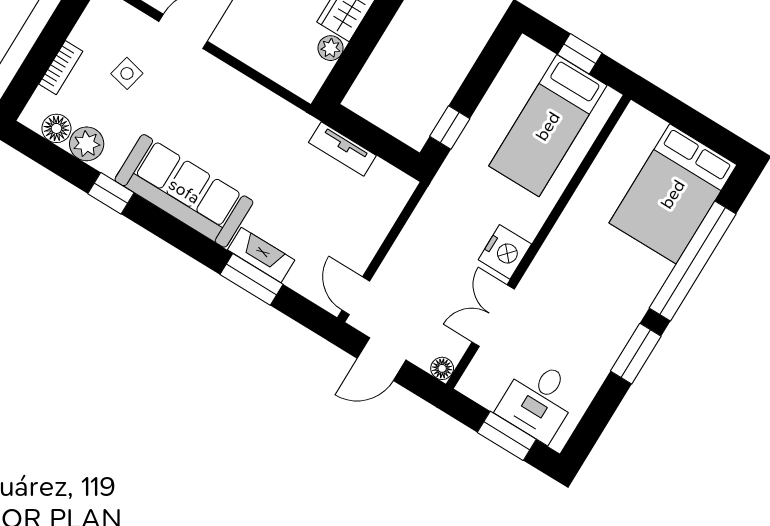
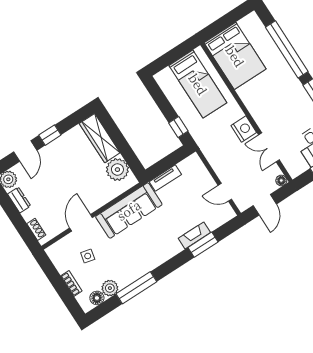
plant: (331, 48) -> (117, 170), width x1.88, depth x1.88
window: (580, 54) -> (173, 55), removed
sofa: (184, 191) -> (129, 210), moved, turned 180
window: (111, 193) -> (136, 288), width x2.17
bed: (673, 194) -> (235, 56), moved
door: (356, 296) -> (225, 192), moved

